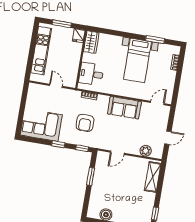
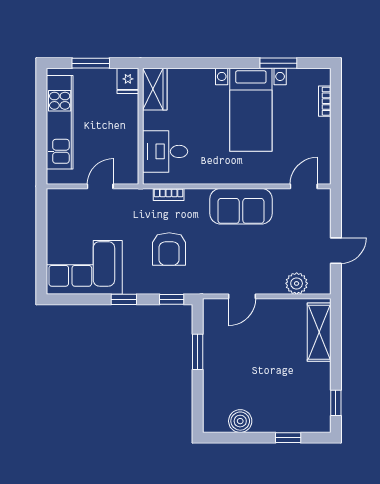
door: (56, 86) -> (100, 186), hinge flipped

